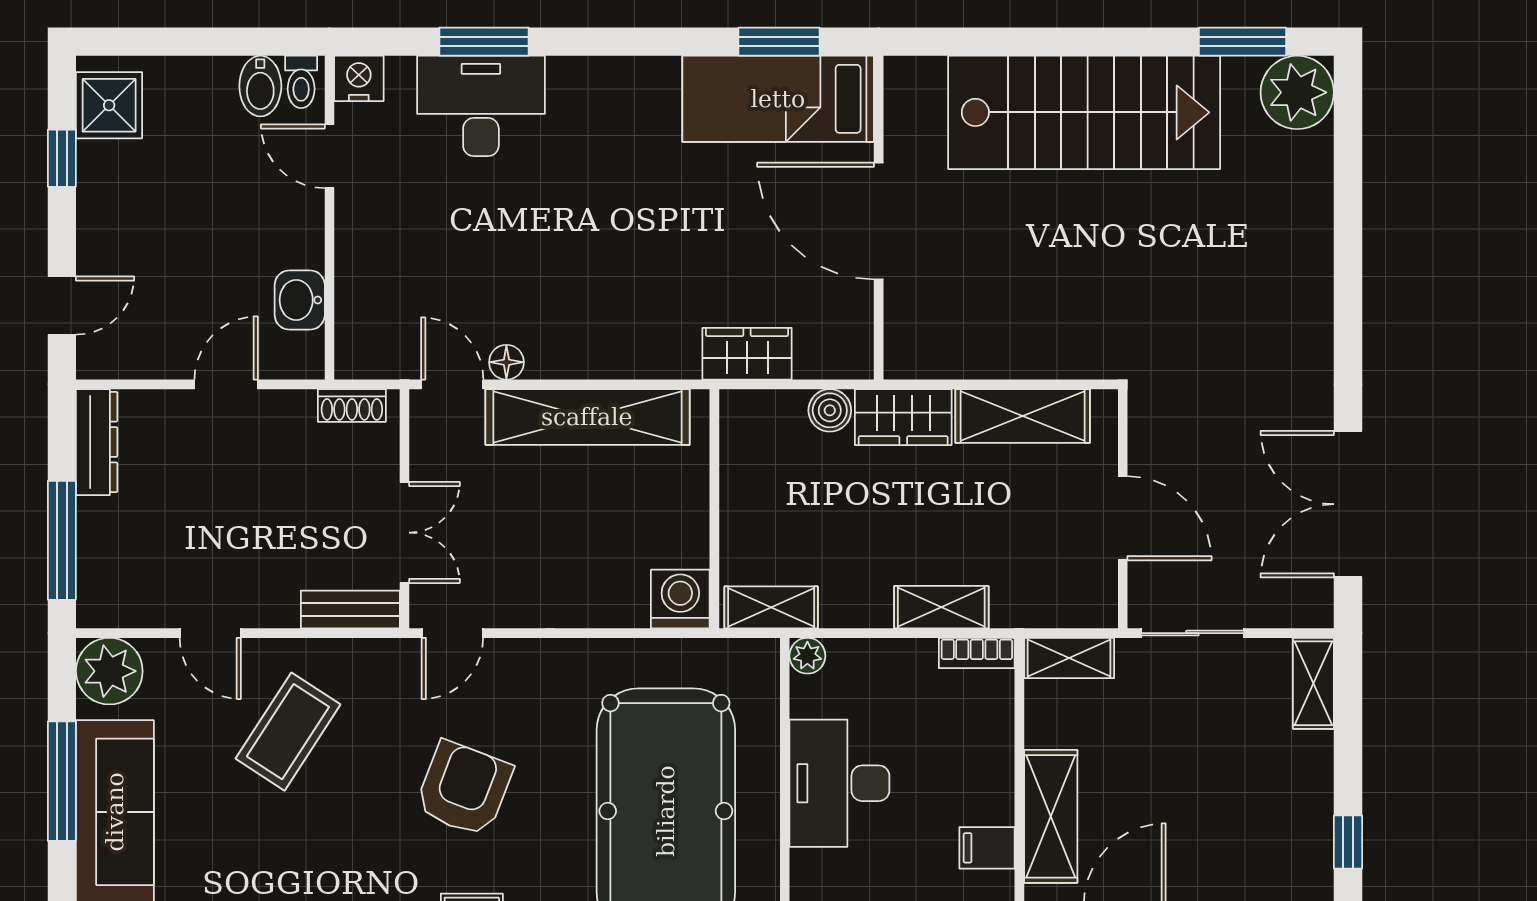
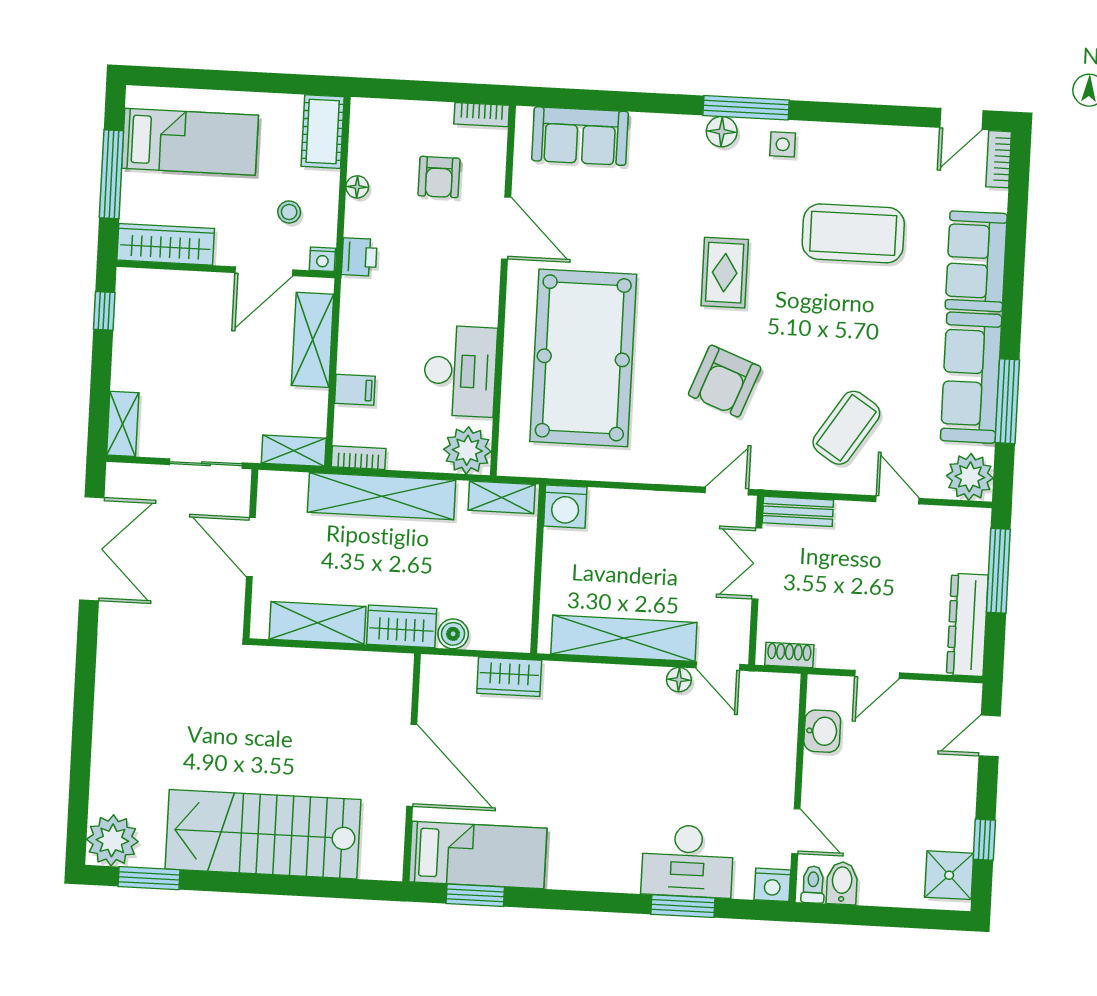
dresser: (97, 442) -> (967, 625), width x1.37, depth x1.24
shelving: (941, 607) -> (382, 496), width x2.20, depth x1.33
plant: (807, 656) -> (467, 450), width x1.88, depth x1.88
filing cabinet: (987, 848) -> (355, 390), moved

